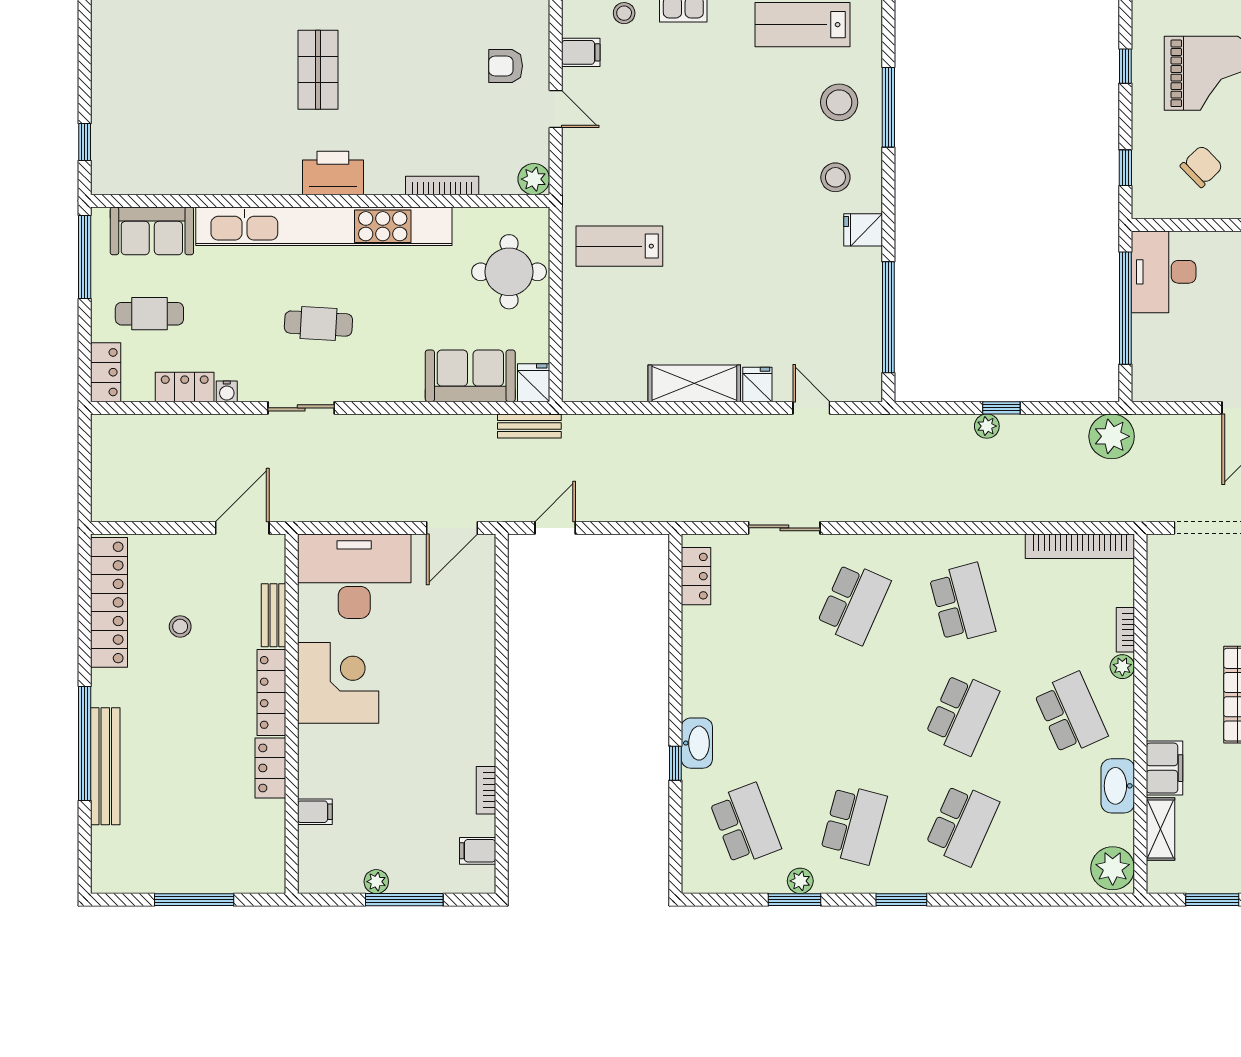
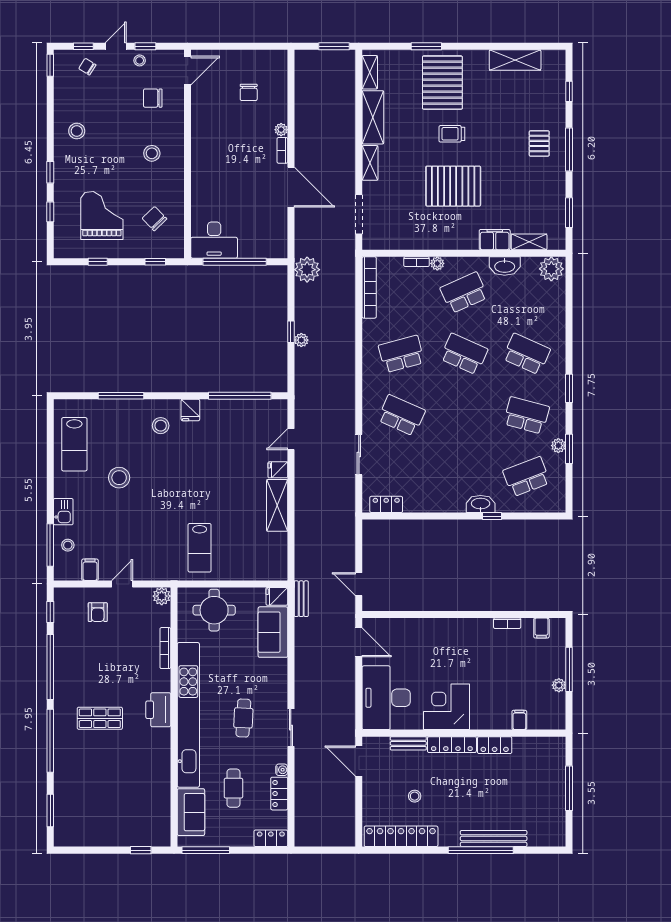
stool: (839, 102) -> (119, 478), moved
cafe table: (149, 314) -> (233, 788), moved

